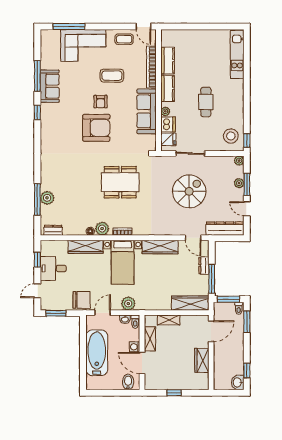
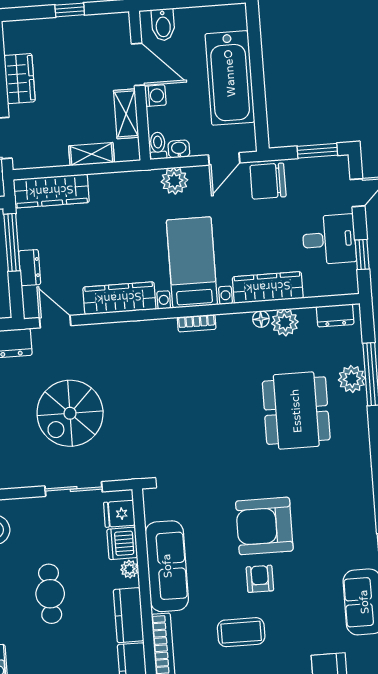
dining table: (120, 182) -> (296, 411), moved, turned 90
plant: (102, 229) -> (285, 323), moved

